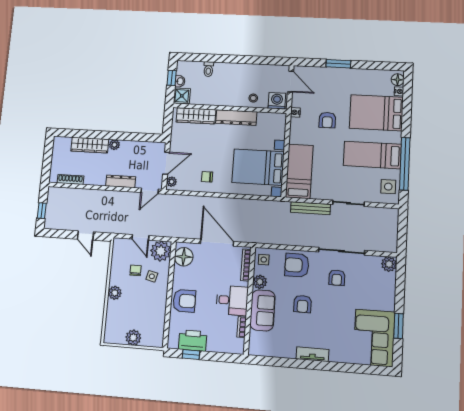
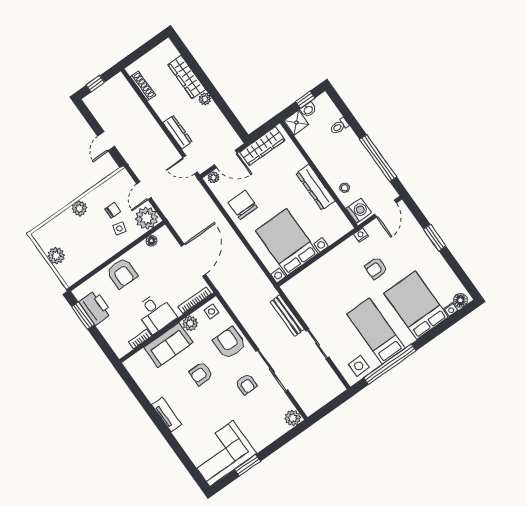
window: (252, 60) -> (378, 158), added
wardrobe: (196, 116) -> (262, 146), moved, turned -90
bed: (299, 171) -> (312, 280), removed
chair: (207, 177) -> (243, 205), width x1.87, depth x1.87
floor lamp: (184, 257) -> (151, 241), width x0.53, depth x0.53
armchair: (337, 278) -> (246, 384), turned -90
window: (191, 355) -> (83, 316), width x1.50

